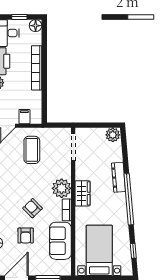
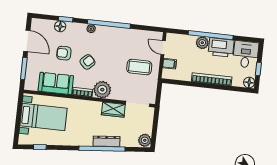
wardrobe: (82, 193) -> (113, 110), moved
window: (129, 199) -> (102, 149), moved

